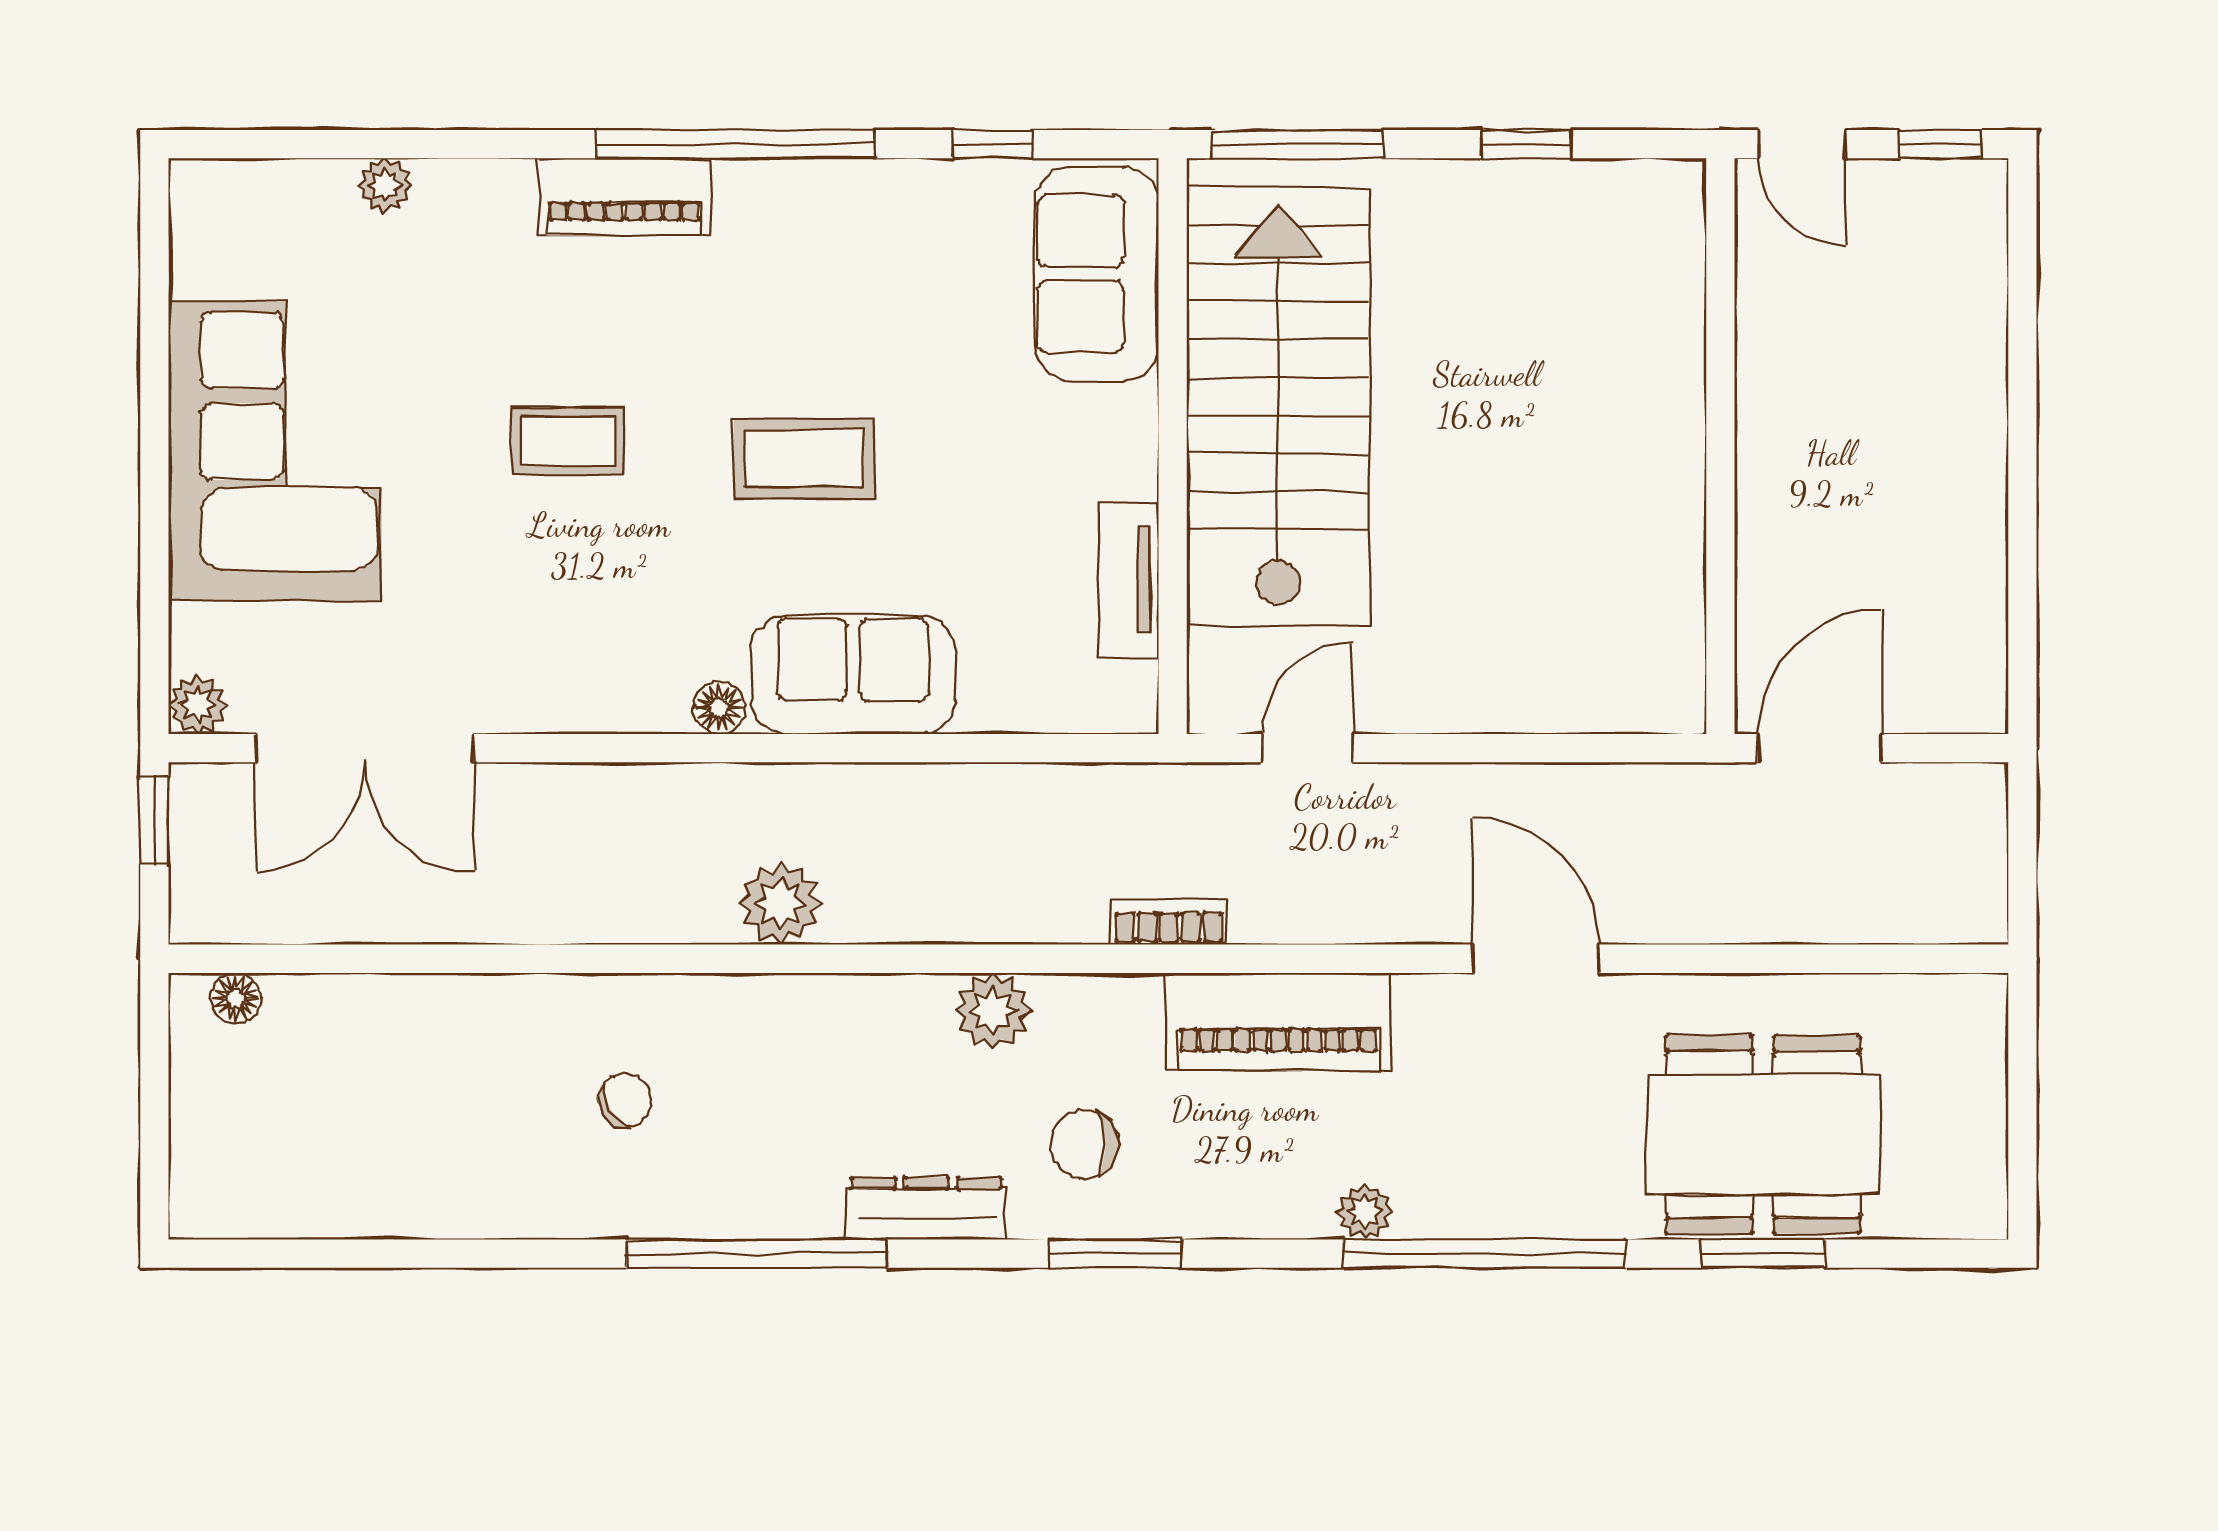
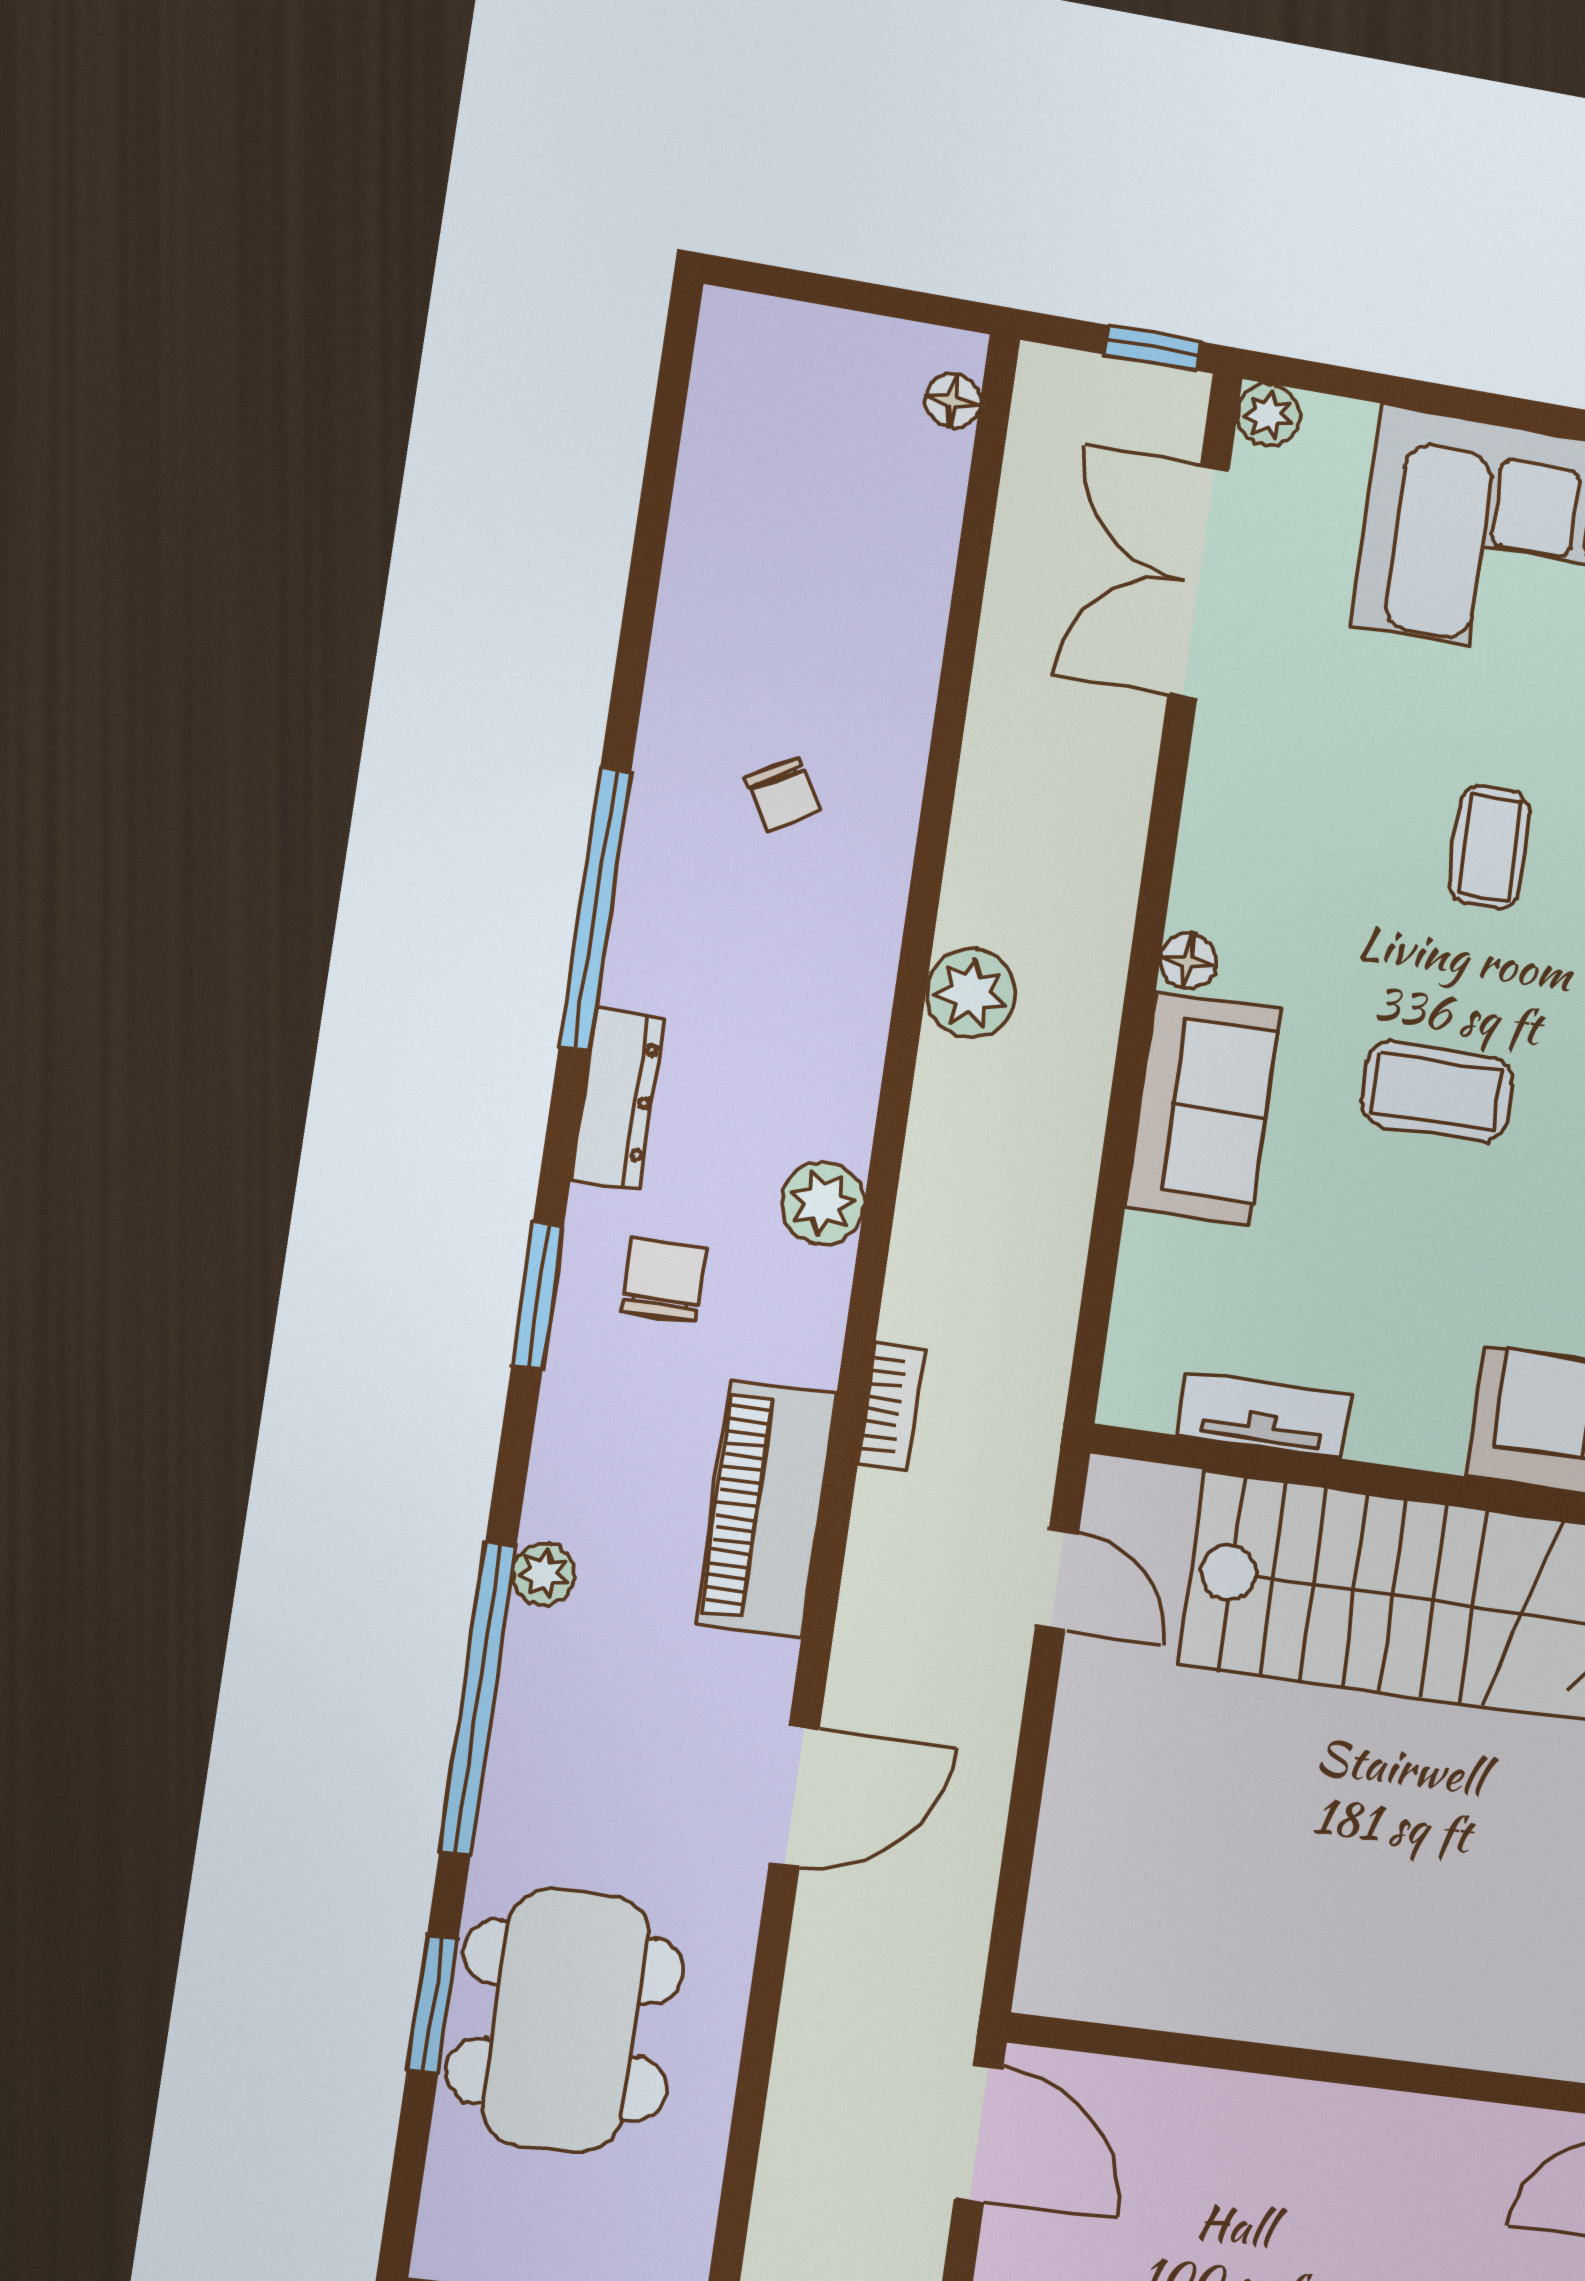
coffee table: (804, 459) -> (1437, 1091), turned 90

